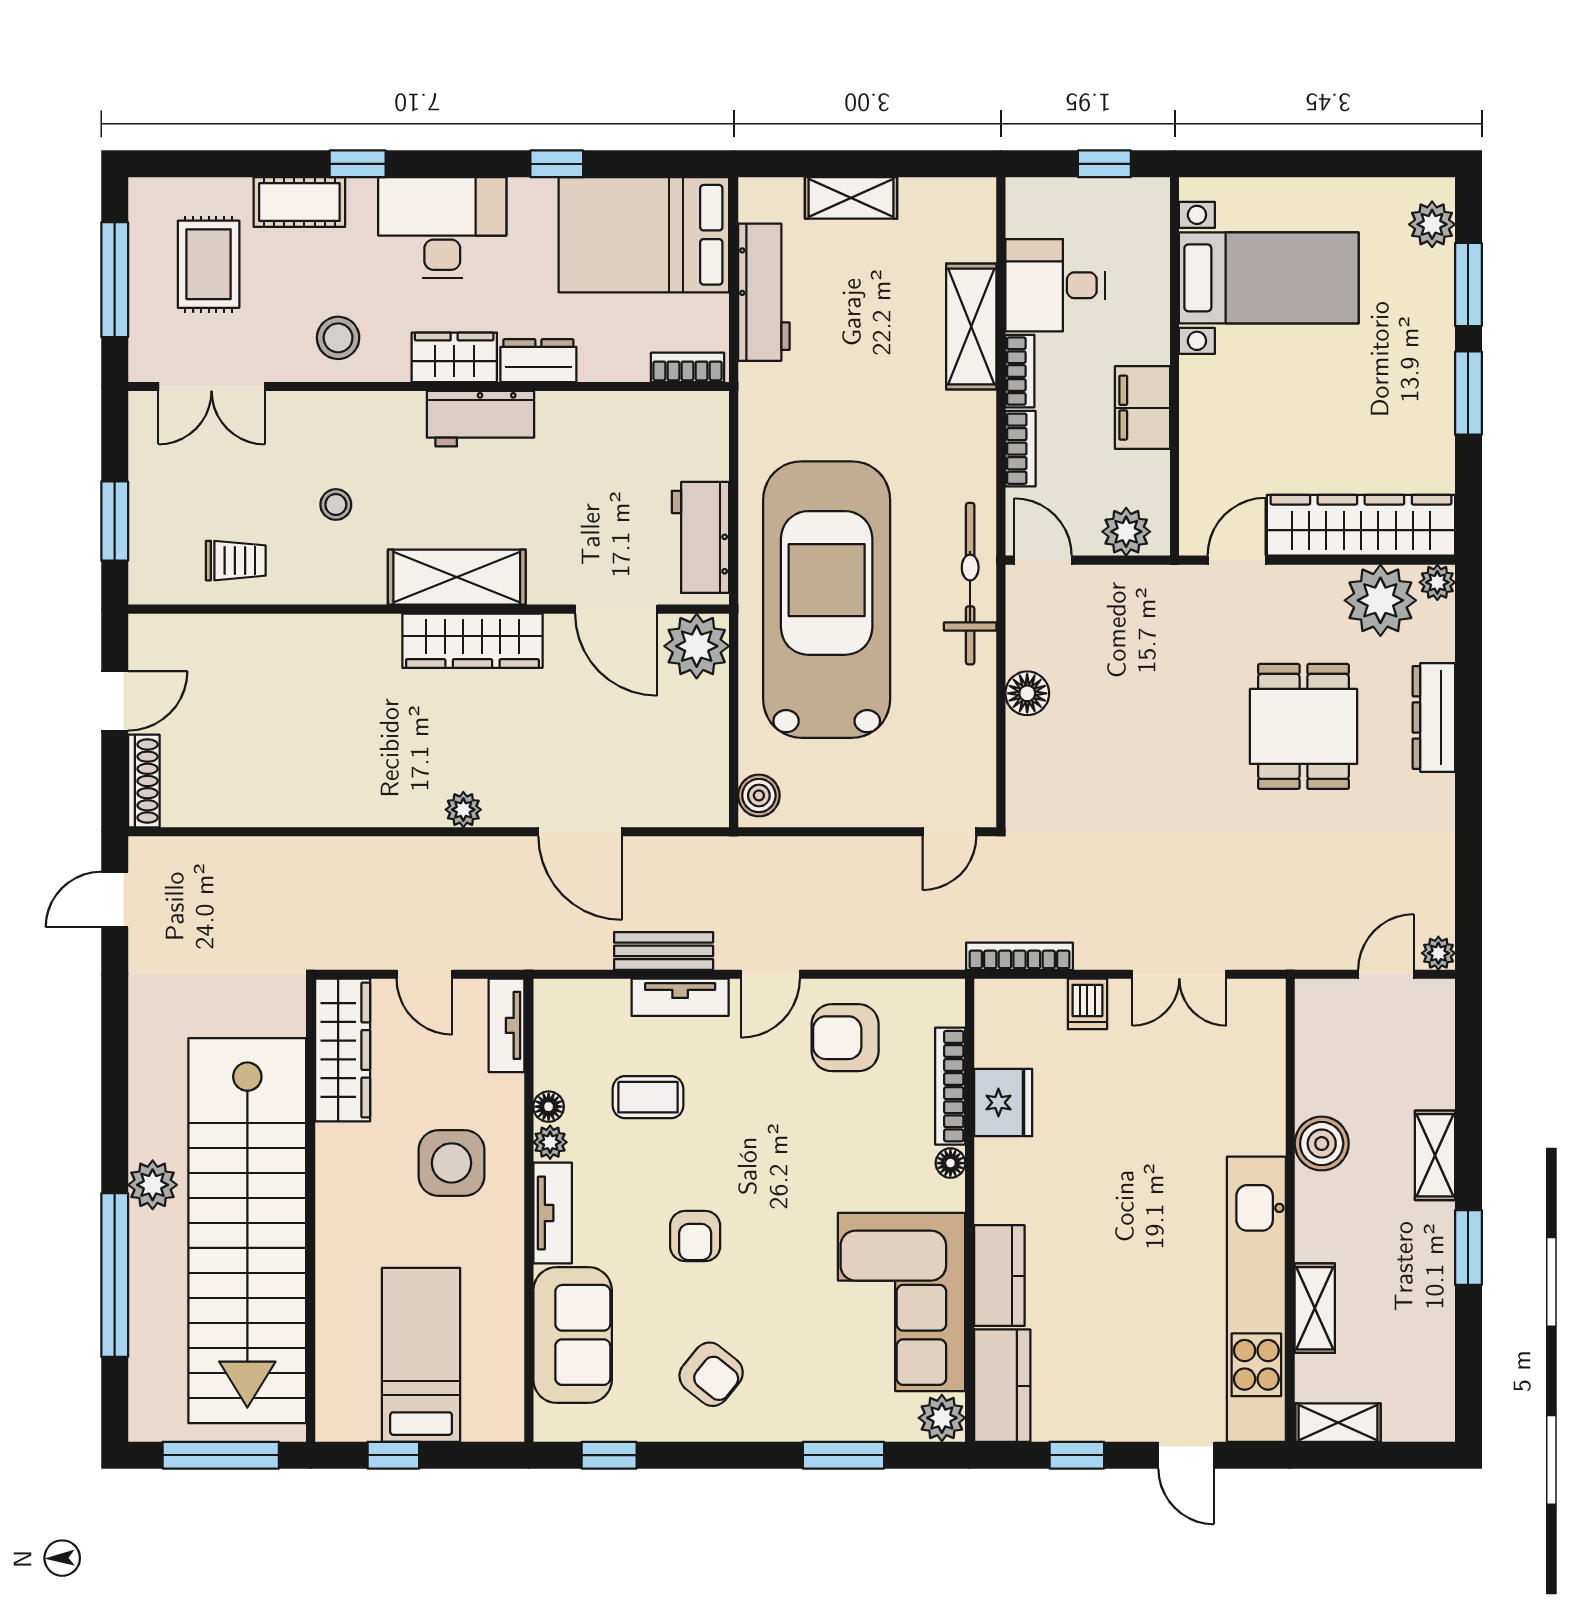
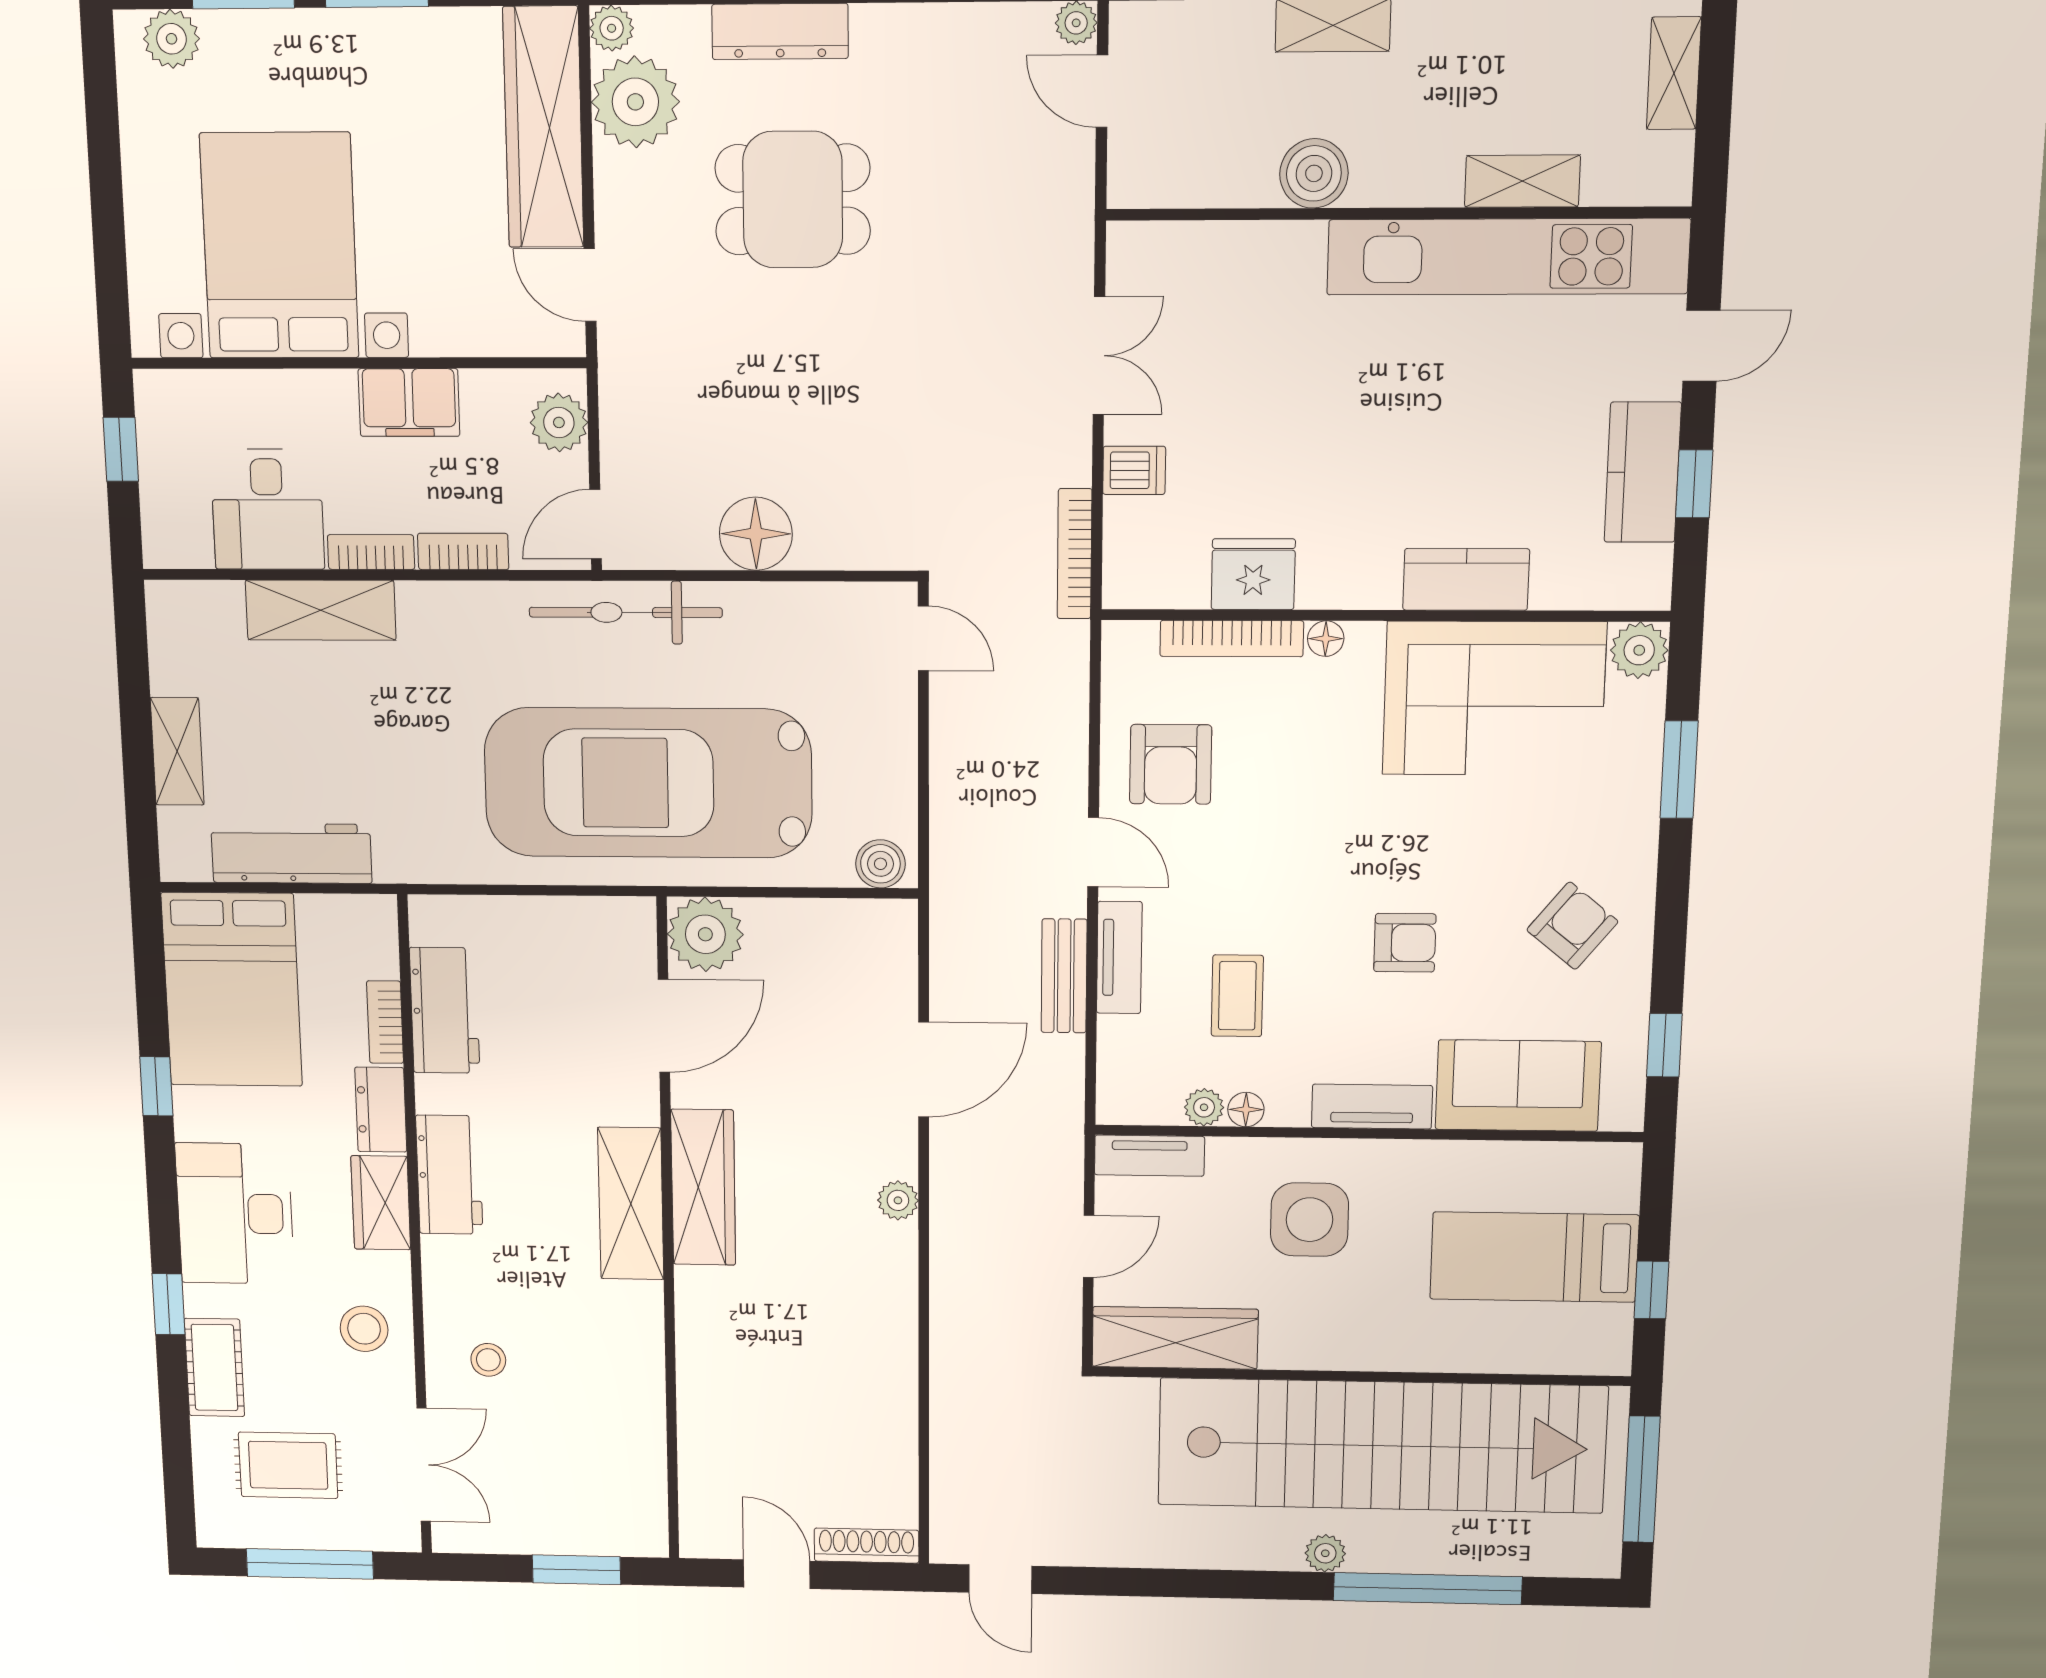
bed with nightstands: (1269, 278) -> (280, 246), width x1.36
bookcase: (688, 367) -> (385, 1022), moved
stool: (336, 505) -> (488, 1360), moved
workbench: (701, 537) -> (445, 1010), moved, turned -90
trolley: (236, 561) -> (617, 1443), removed
floor lamp: (1027, 693) -> (756, 534), width x1.38, depth x1.38
plant: (550, 1142) -> (1204, 1107), moved
plant: (153, 1185) -> (1325, 1553), width x0.73, depth x0.73
kitchen counter: (1002, 1386) -> (1643, 472), moved, turned -90
shelving: (1338, 1423) -> (1674, 73), moved

